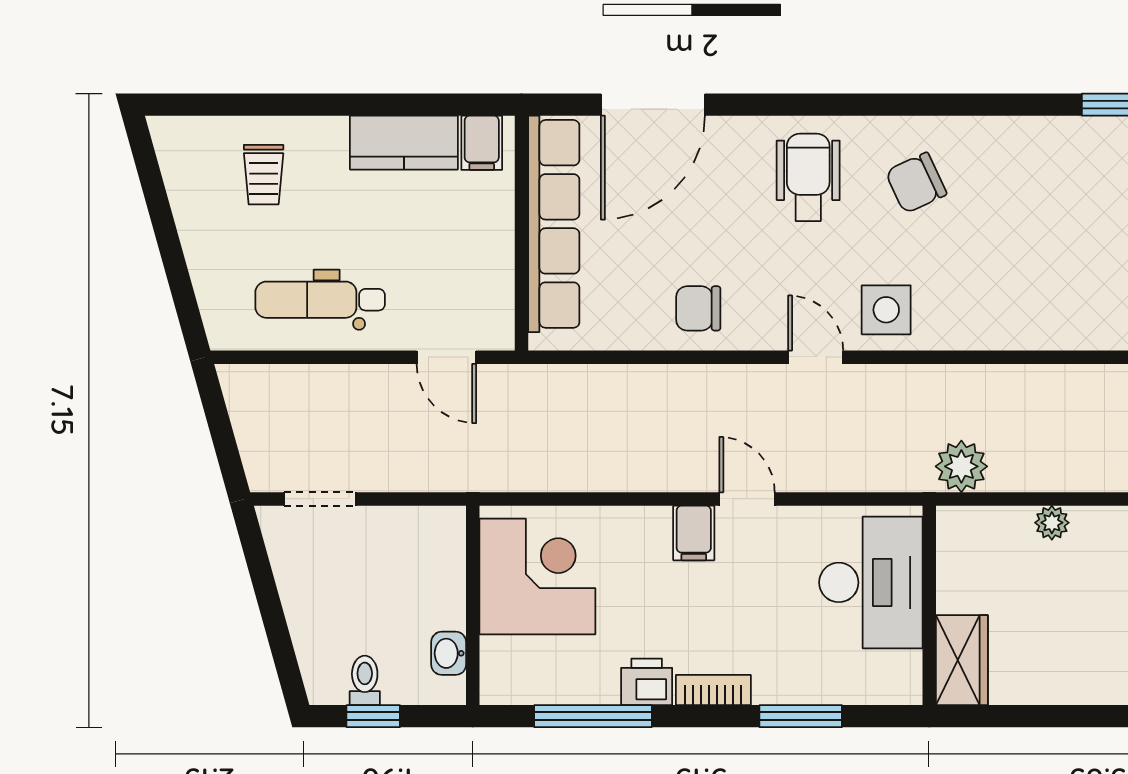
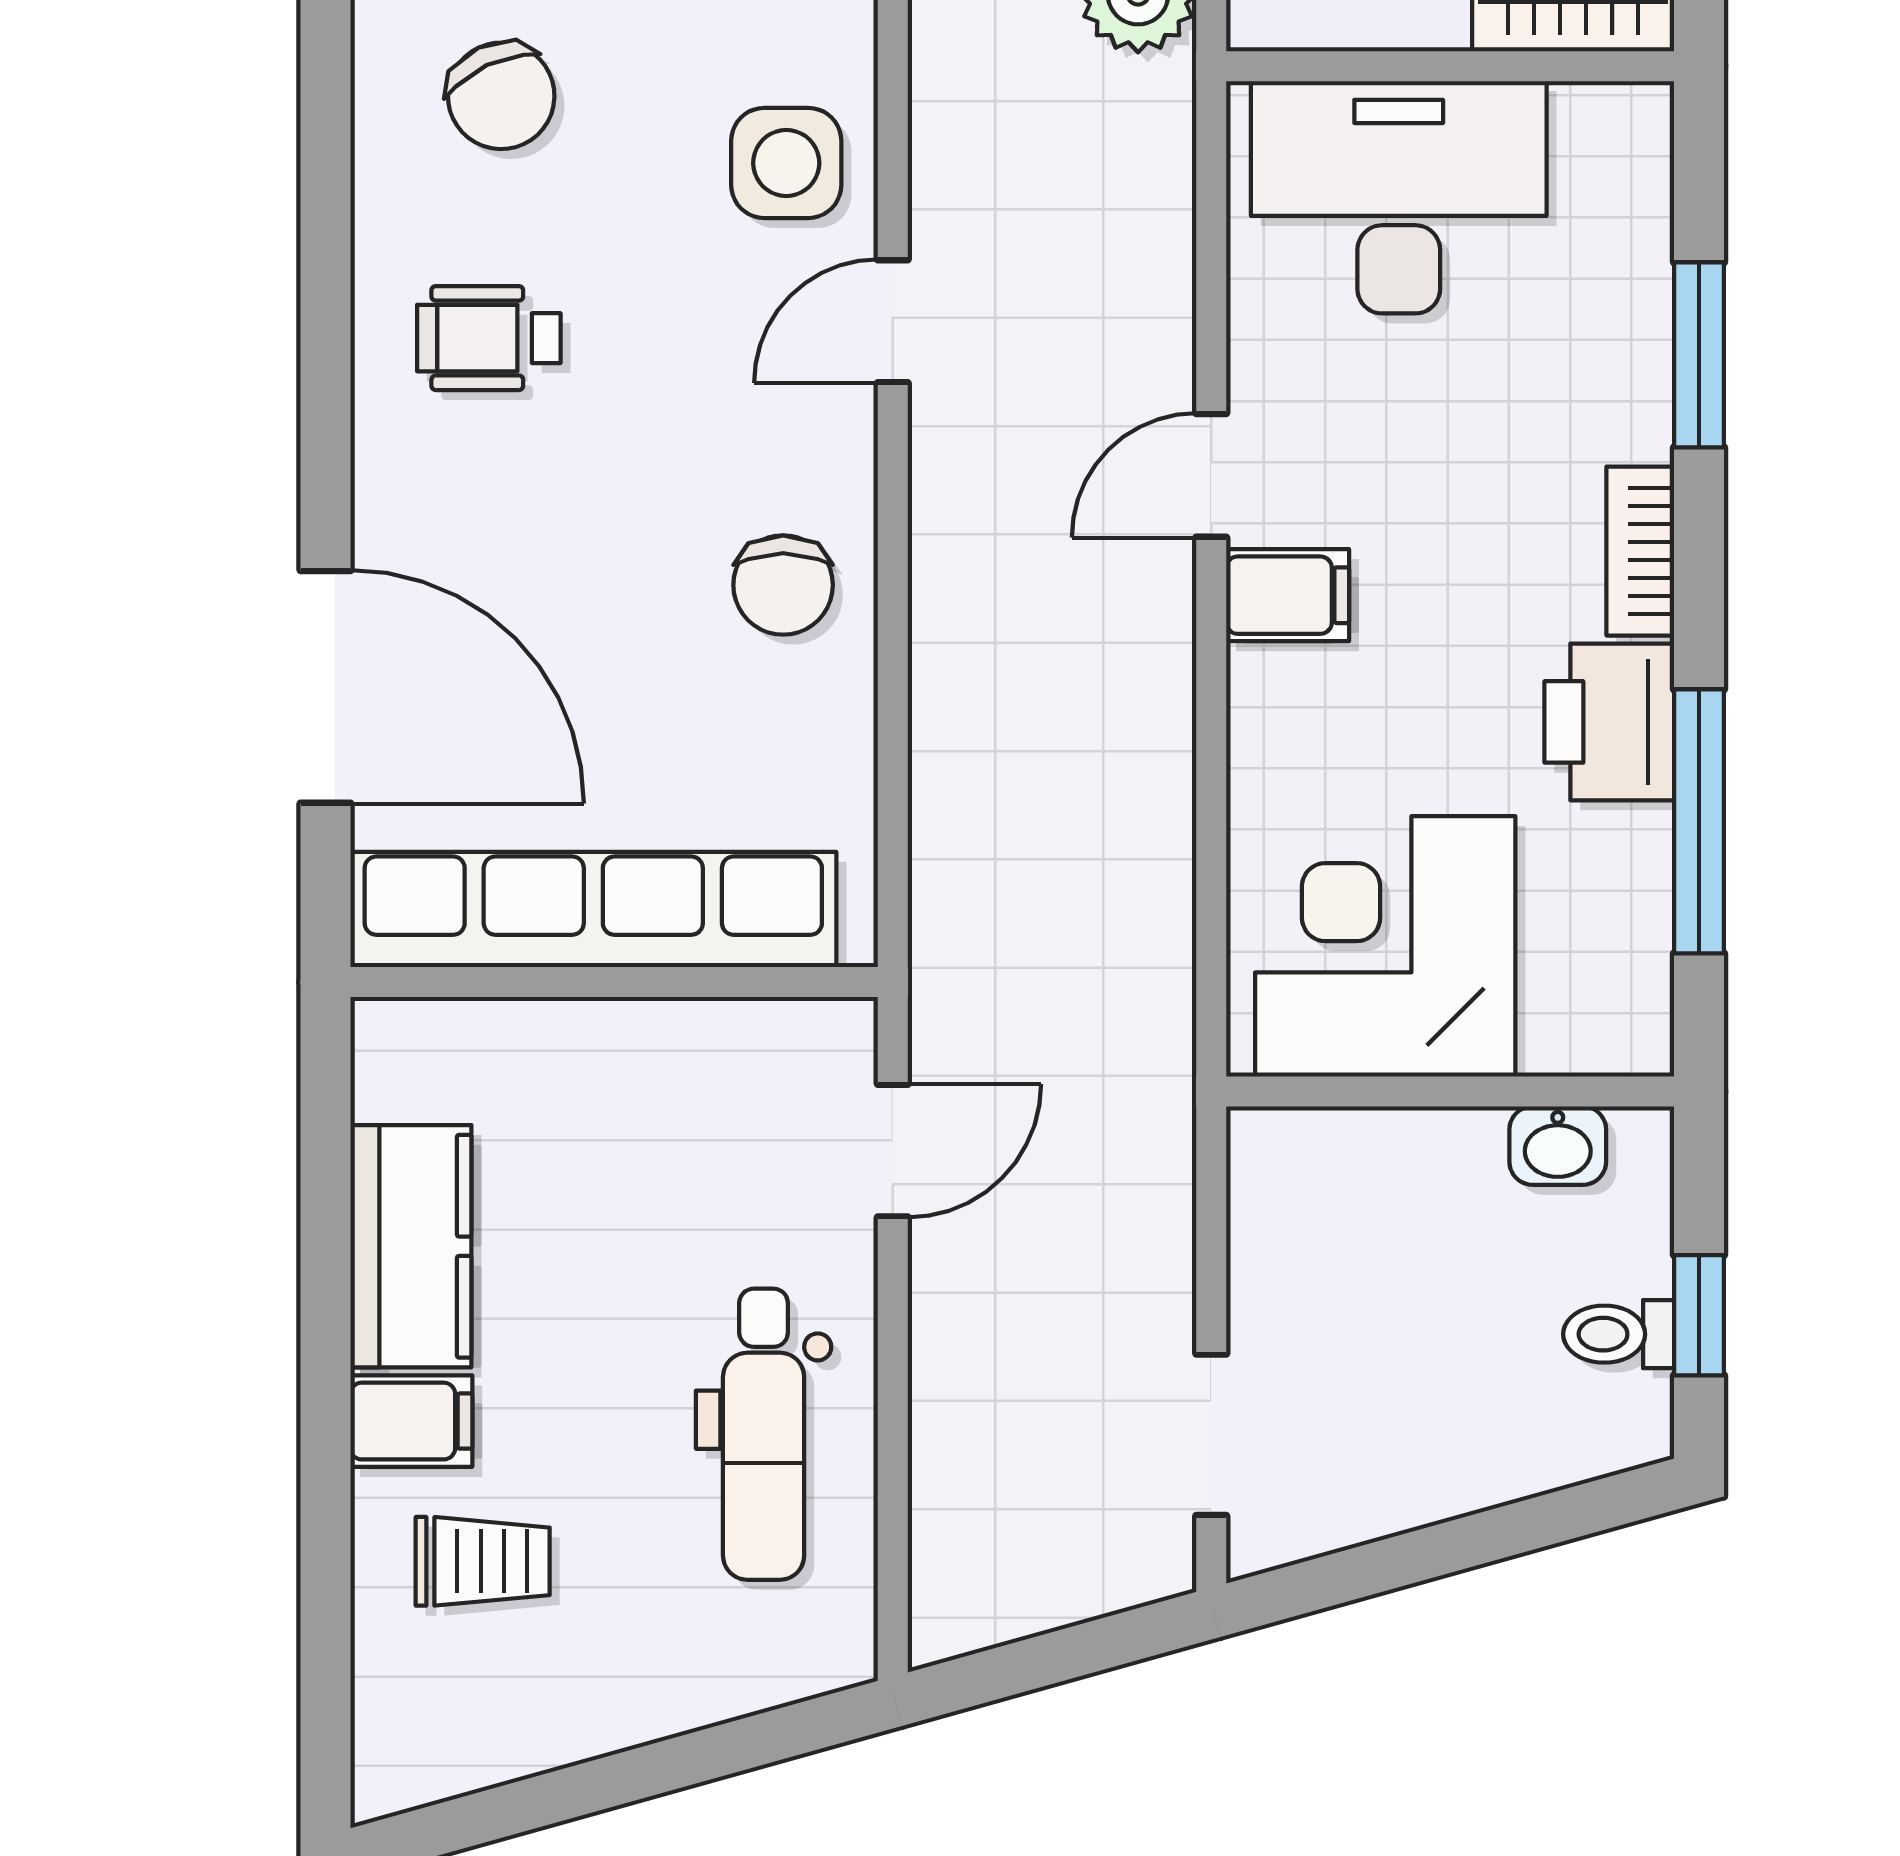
filing cabinet: (482, 143) -> (411, 1421), moved
wheelchair: (808, 177) -> (489, 338), width x0.73, depth x0.73
printer: (647, 682) -> (1609, 722), width x1.36, depth x1.24

